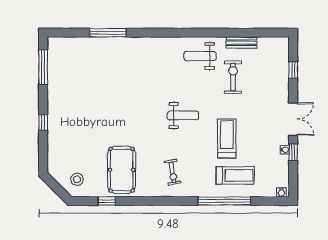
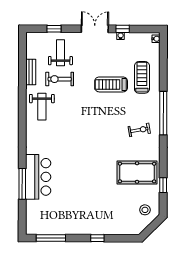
bar counter: (116, 52) -> (38, 177), added
weight bench: (183, 116) -> (60, 53), moved
window: (224, 201) -> (163, 113), moved

